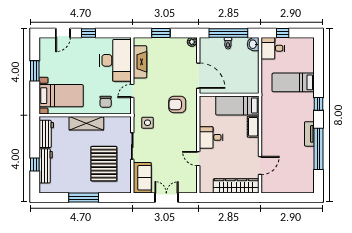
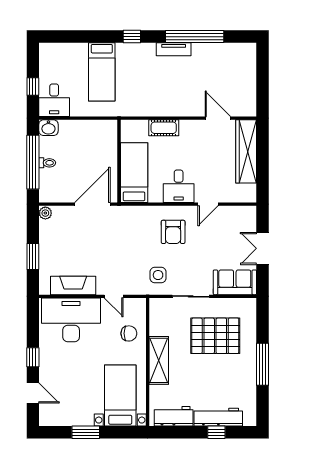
armchair: (177, 104) -> (173, 232), moved
bed: (237, 105) -> (134, 173), moved, turned 180

